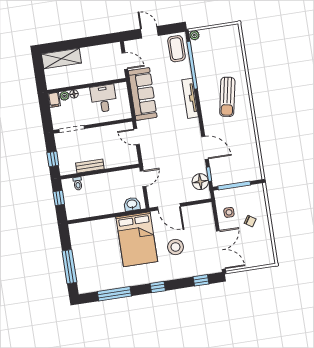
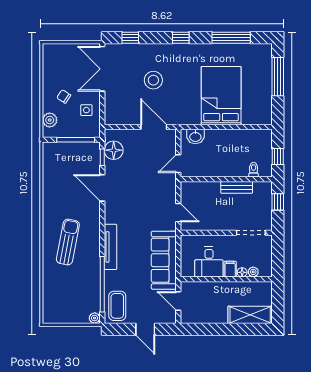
filing cabinet: (54, 100) -> (230, 269), moved
plant: (259, 199) -> (50, 120), added
bed: (137, 239) -> (221, 96), moved

